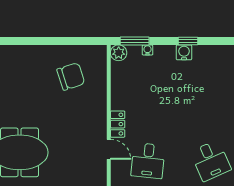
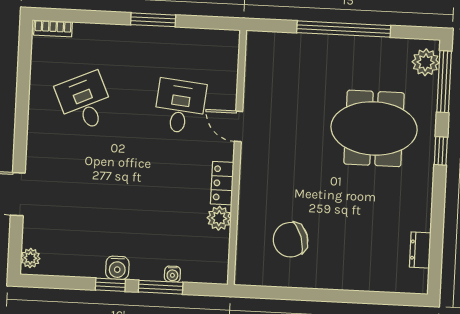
window: (135, 41) -> (161, 287), moved
plant: (119, 53) -> (219, 218), moved
locker: (118, 124) -> (222, 183), moved

